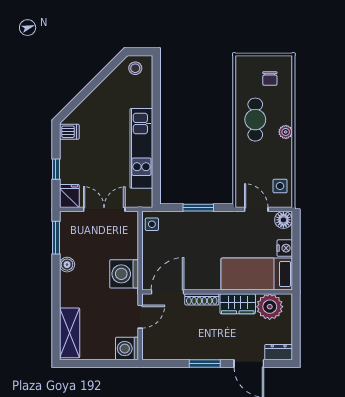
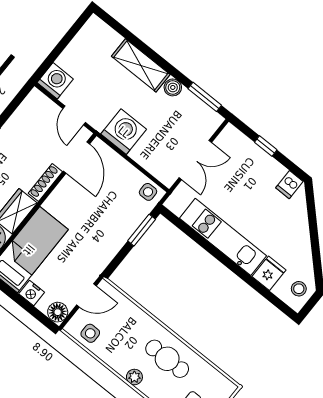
fridge: (69, 196) -> (269, 273), moved, turned -90
window: (198, 208) -> (142, 230), moved
shelving: (70, 333) -> (141, 65), moved

